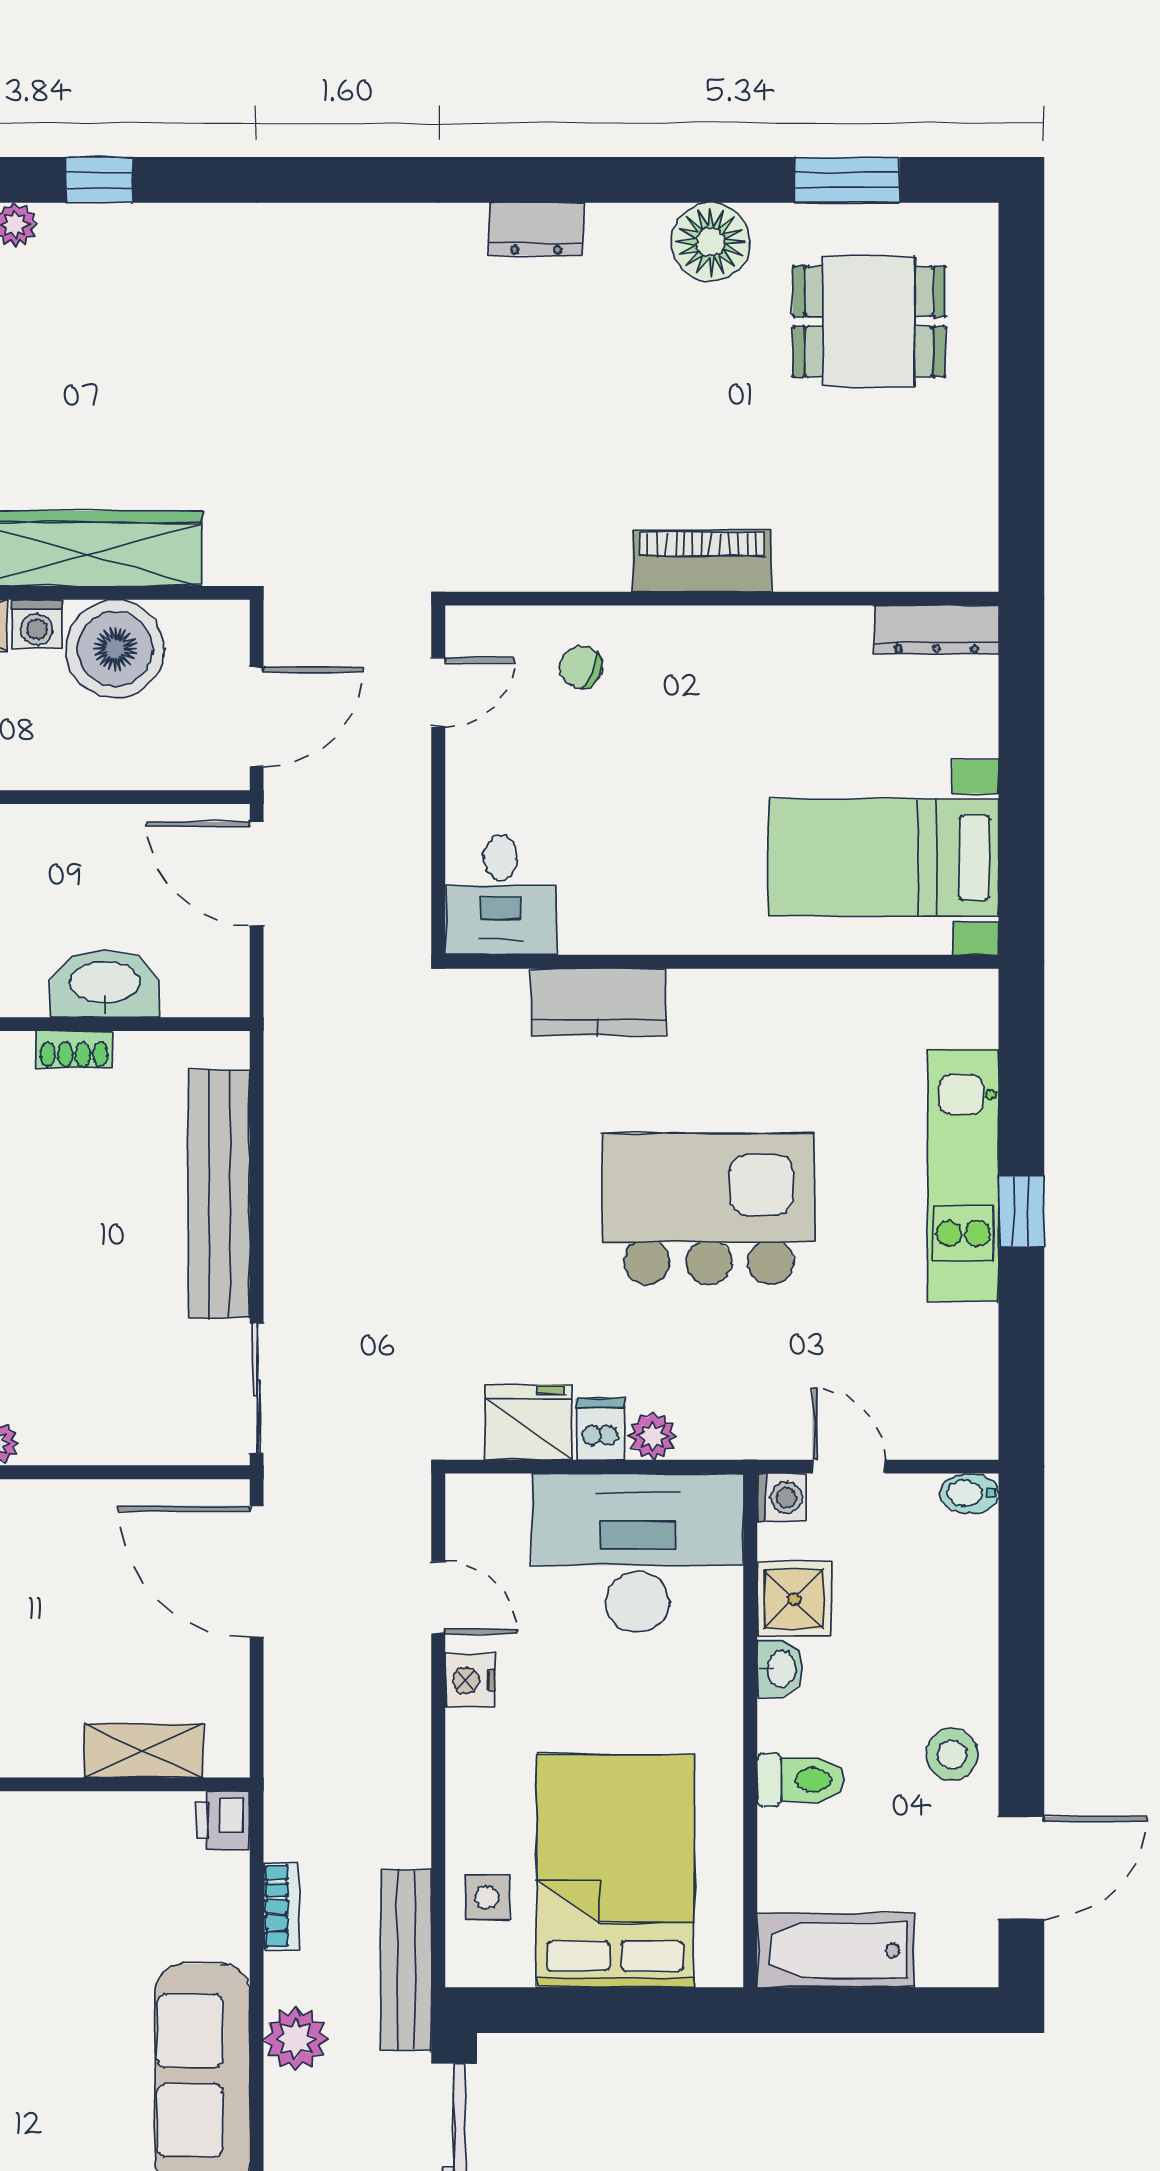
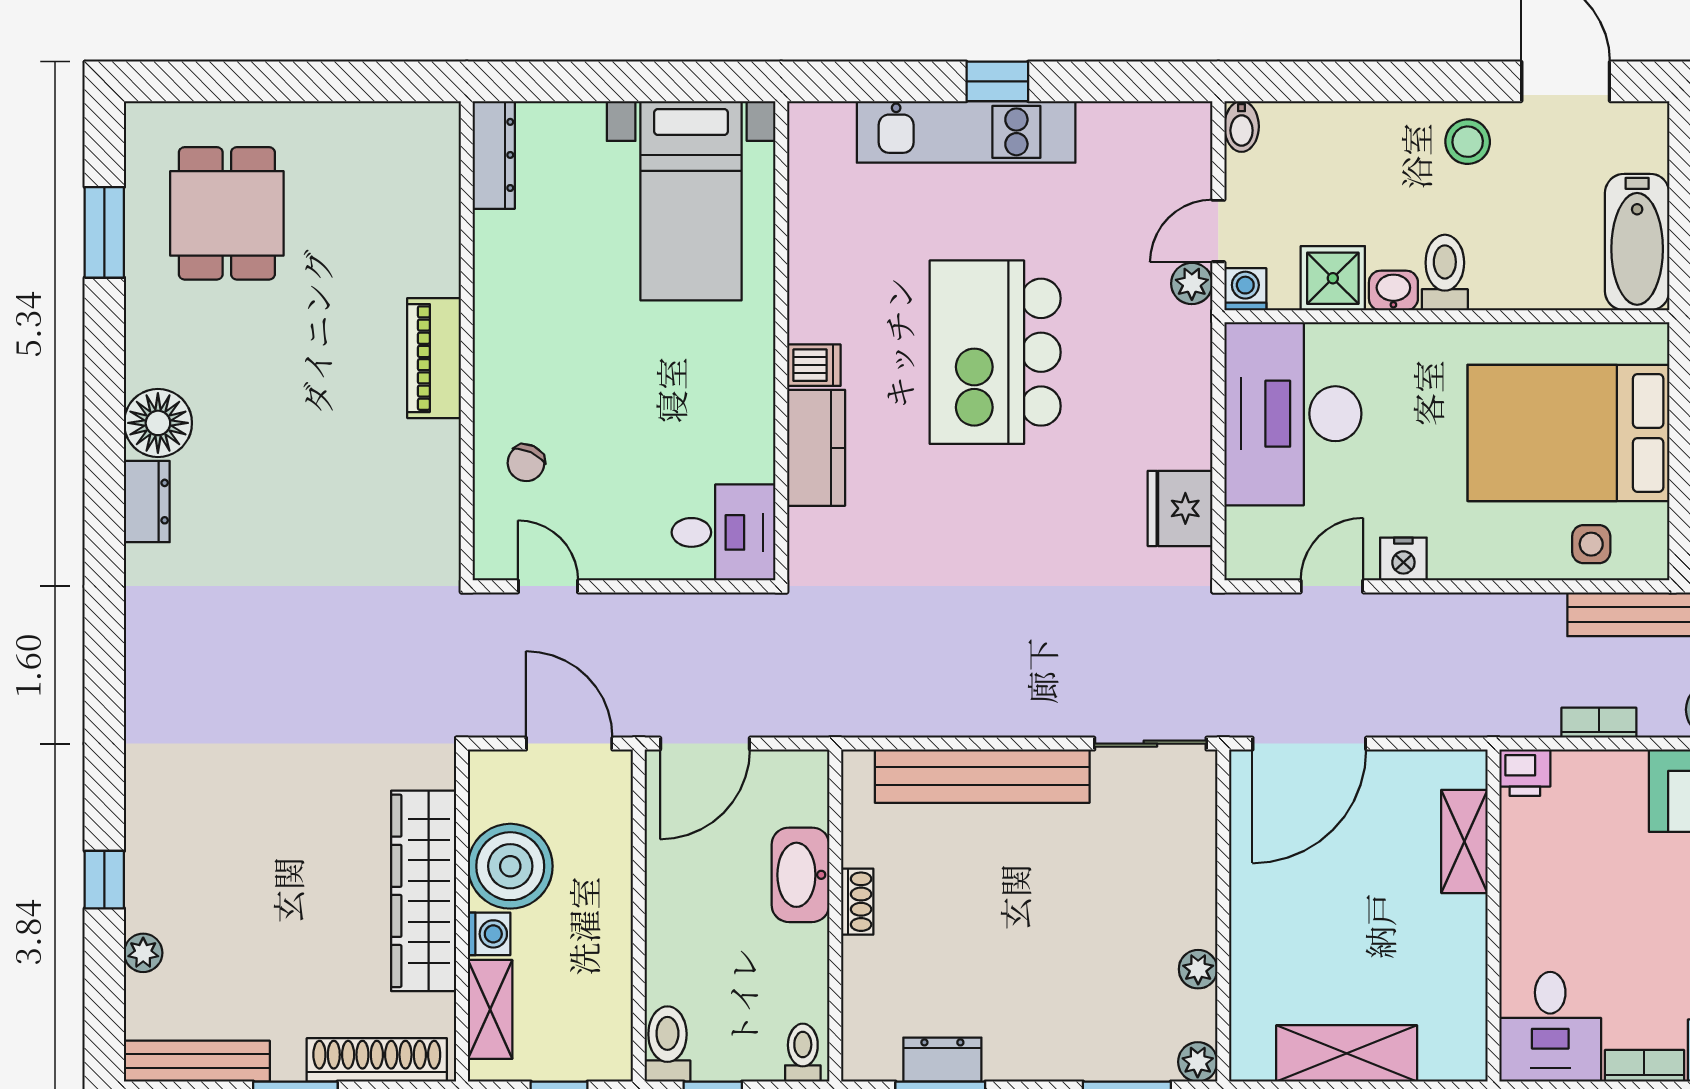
floor lamp: (710, 242) -> (158, 423), moved
dishwasher: (600, 1429) -> (814, 365), moved, turned 180
plant: (653, 1436) -> (1192, 284), moved
toilet: (801, 1780) -> (1445, 273), moved

